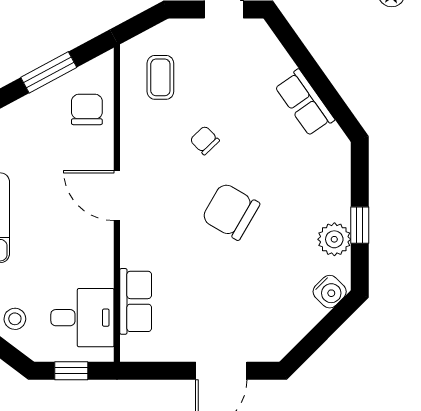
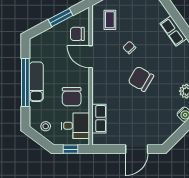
chair: (87, 109) -> (77, 34), turned -90
door: (117, 196) -> (91, 57), moved
chair: (74, 252) -> (72, 97), added

